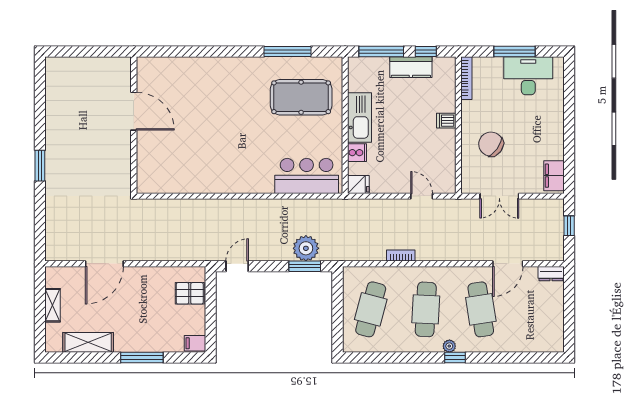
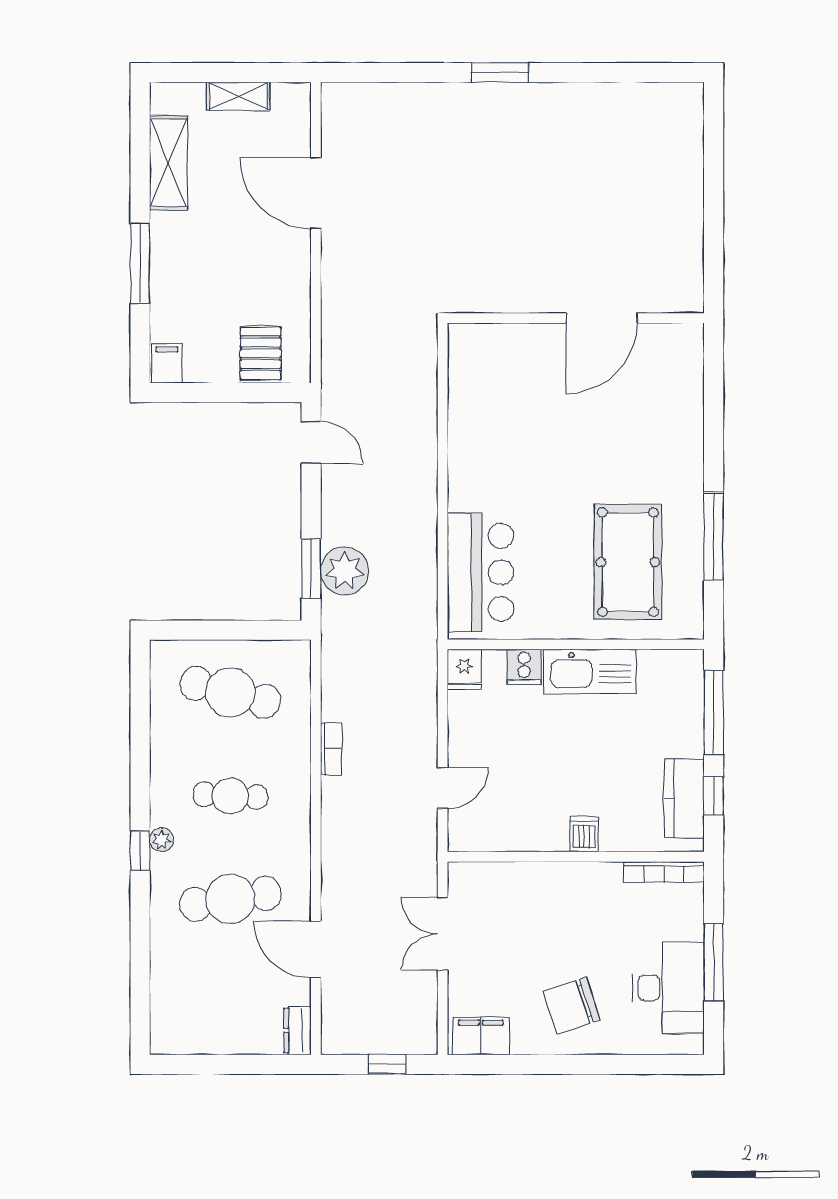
kitchen counter: (411, 67) -> (684, 799), moved
door: (134, 111) -> (602, 318), moved
wall: (134, 125) -> (576, 318), moved
chair: (491, 144) -> (572, 1006), moved, turned -143
cafe table: (426, 309) -> (230, 796), width x0.73, depth x0.74

